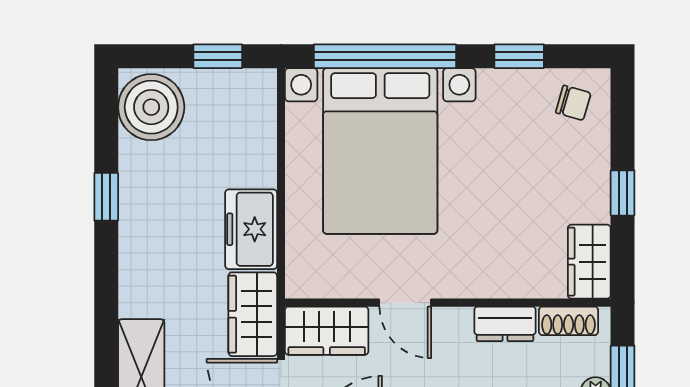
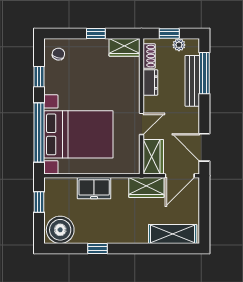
freezer: (251, 229) -> (94, 188), moved

